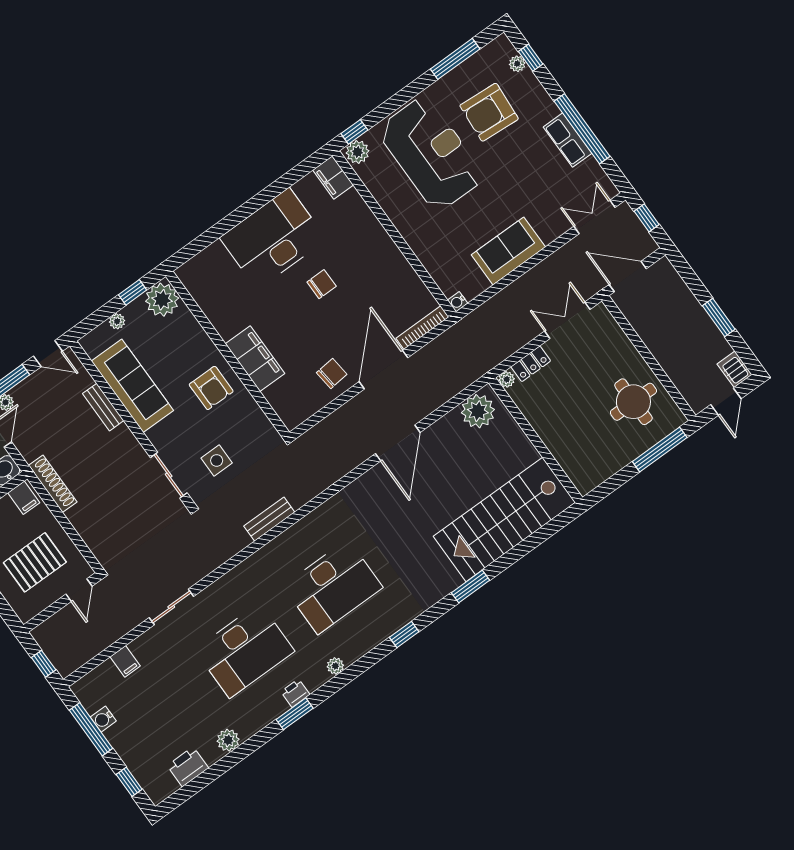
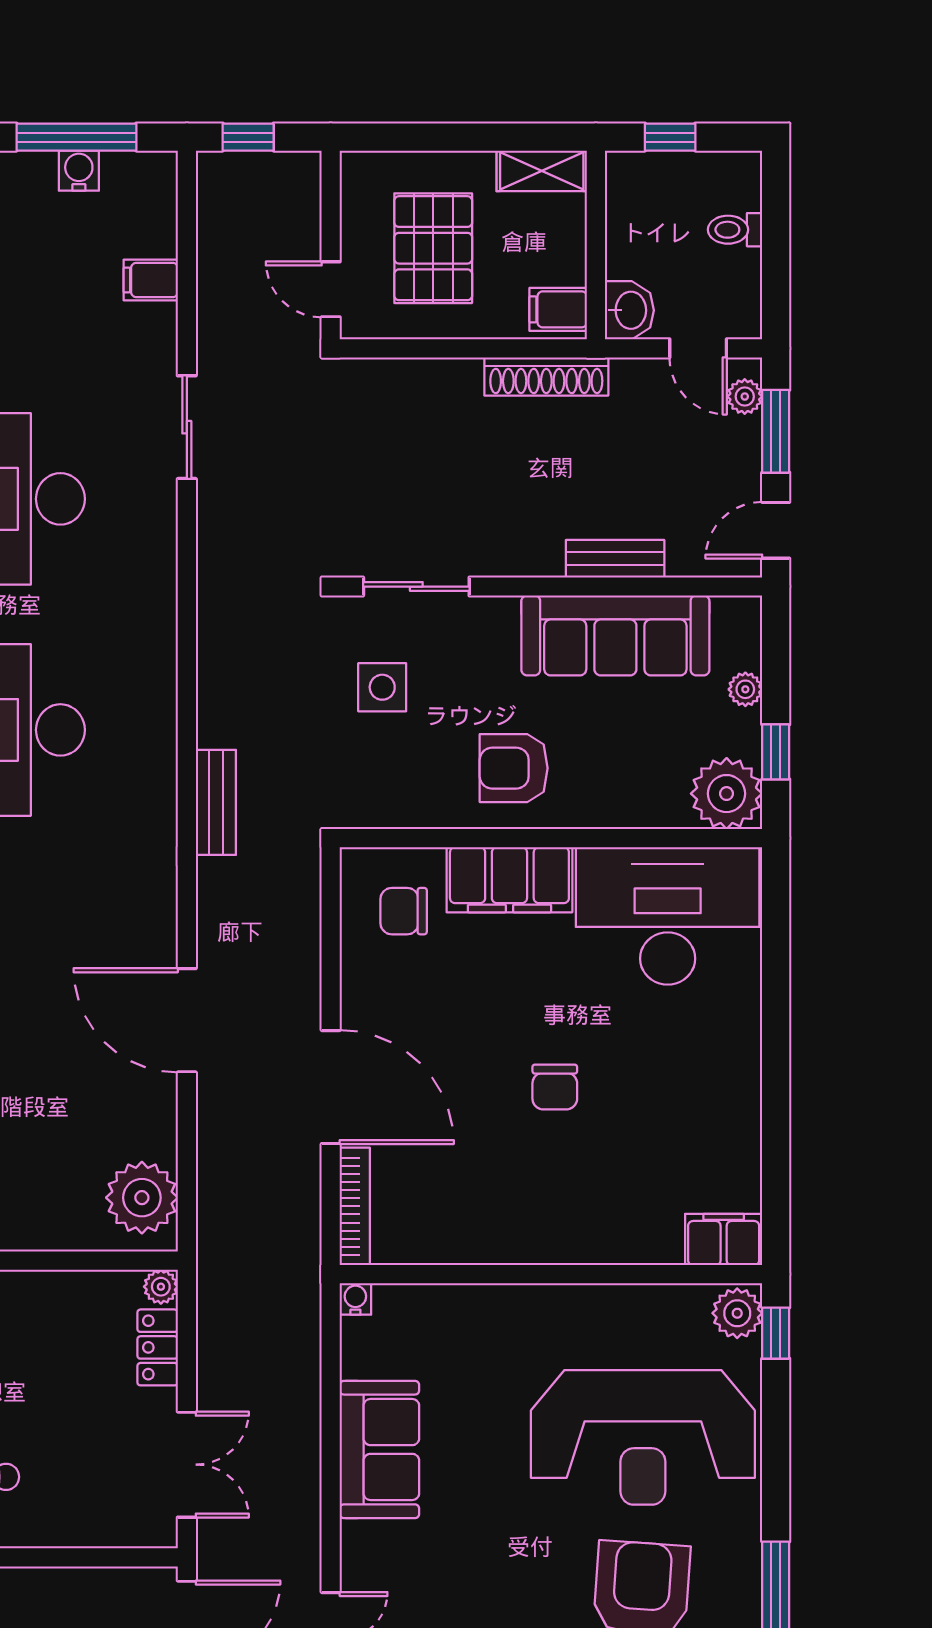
desk: (273, 238) -> (668, 916), moved, turned -90
chair: (332, 374) -> (404, 911), moved, turned 96
bench: (269, 519) -> (216, 802), moved

